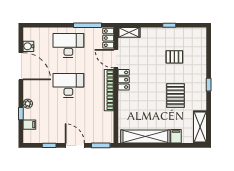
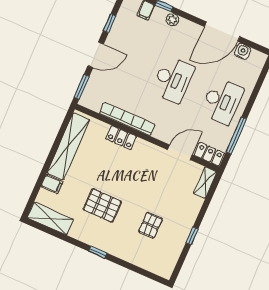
locker: (124, 80) -> (121, 138), moved
bookcase: (109, 90) -> (127, 119), moved

